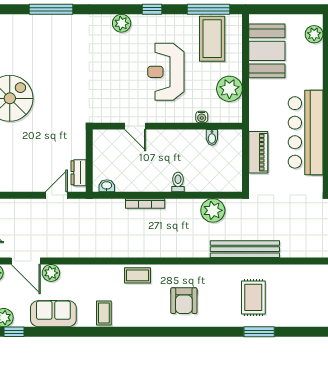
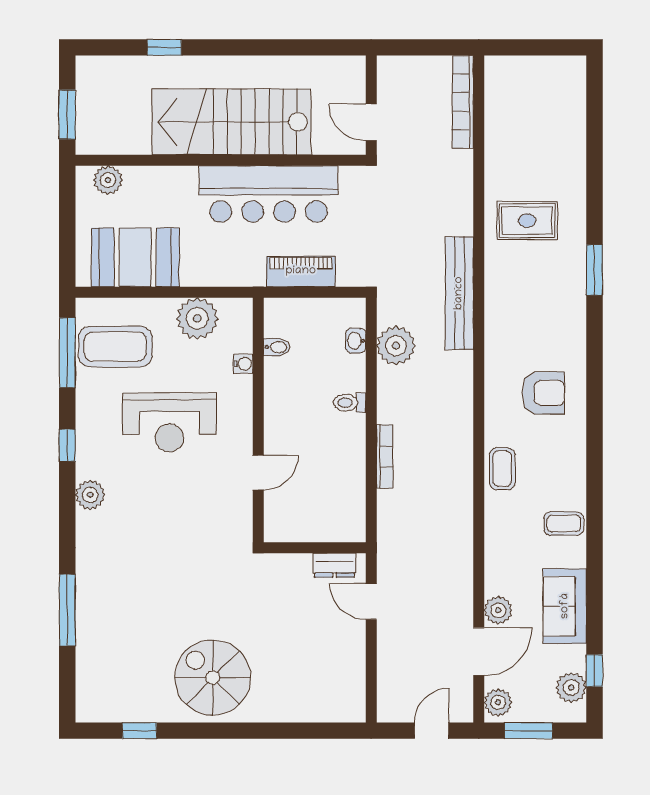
washbasin: (107, 186) -> (356, 341), moved
rug: (253, 297) -> (527, 221), moved

